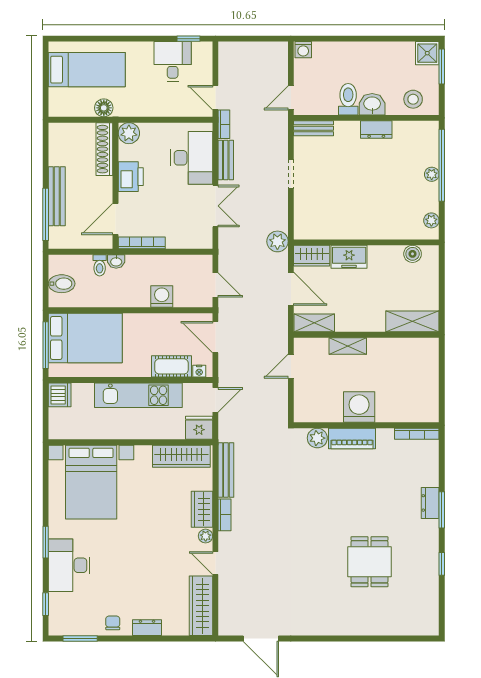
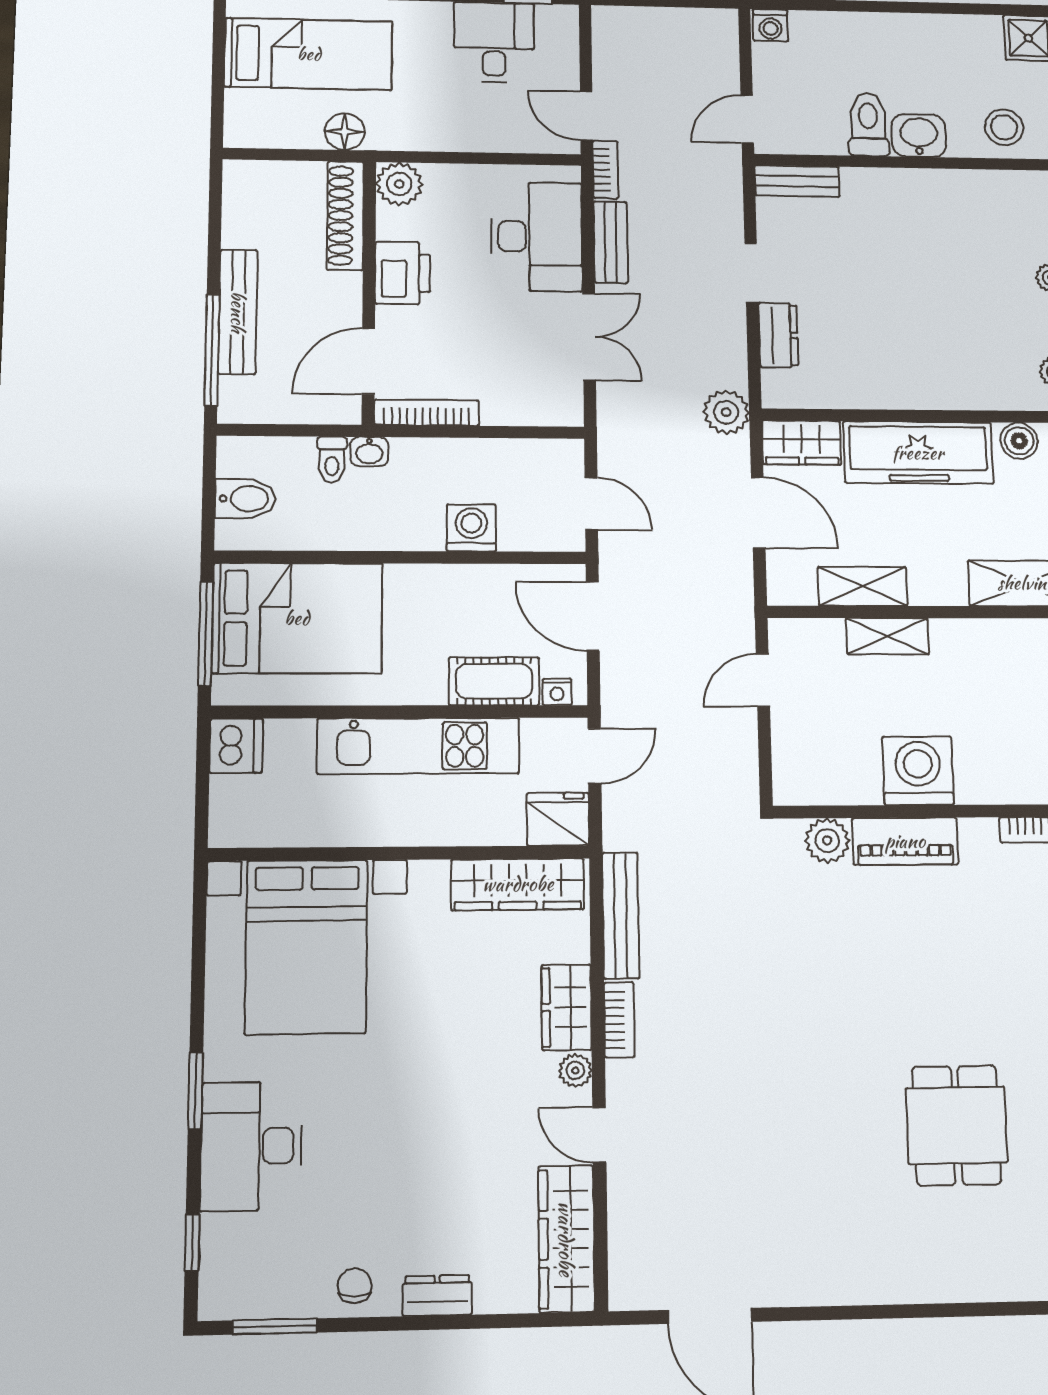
dresser: (376, 129) -> (778, 335), moved, turned -90
freezer: (349, 257) -> (918, 453), width x1.91, depth x1.26
shelving: (314, 323) -> (862, 586), moved

